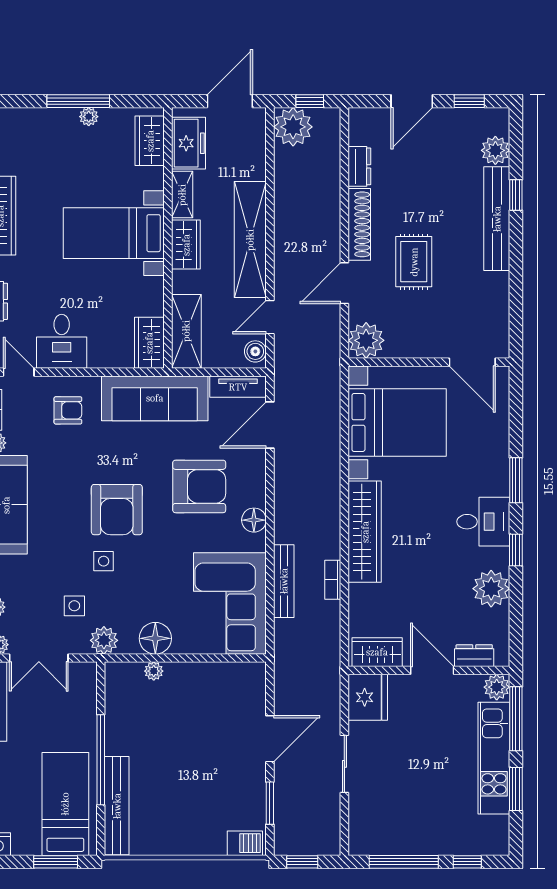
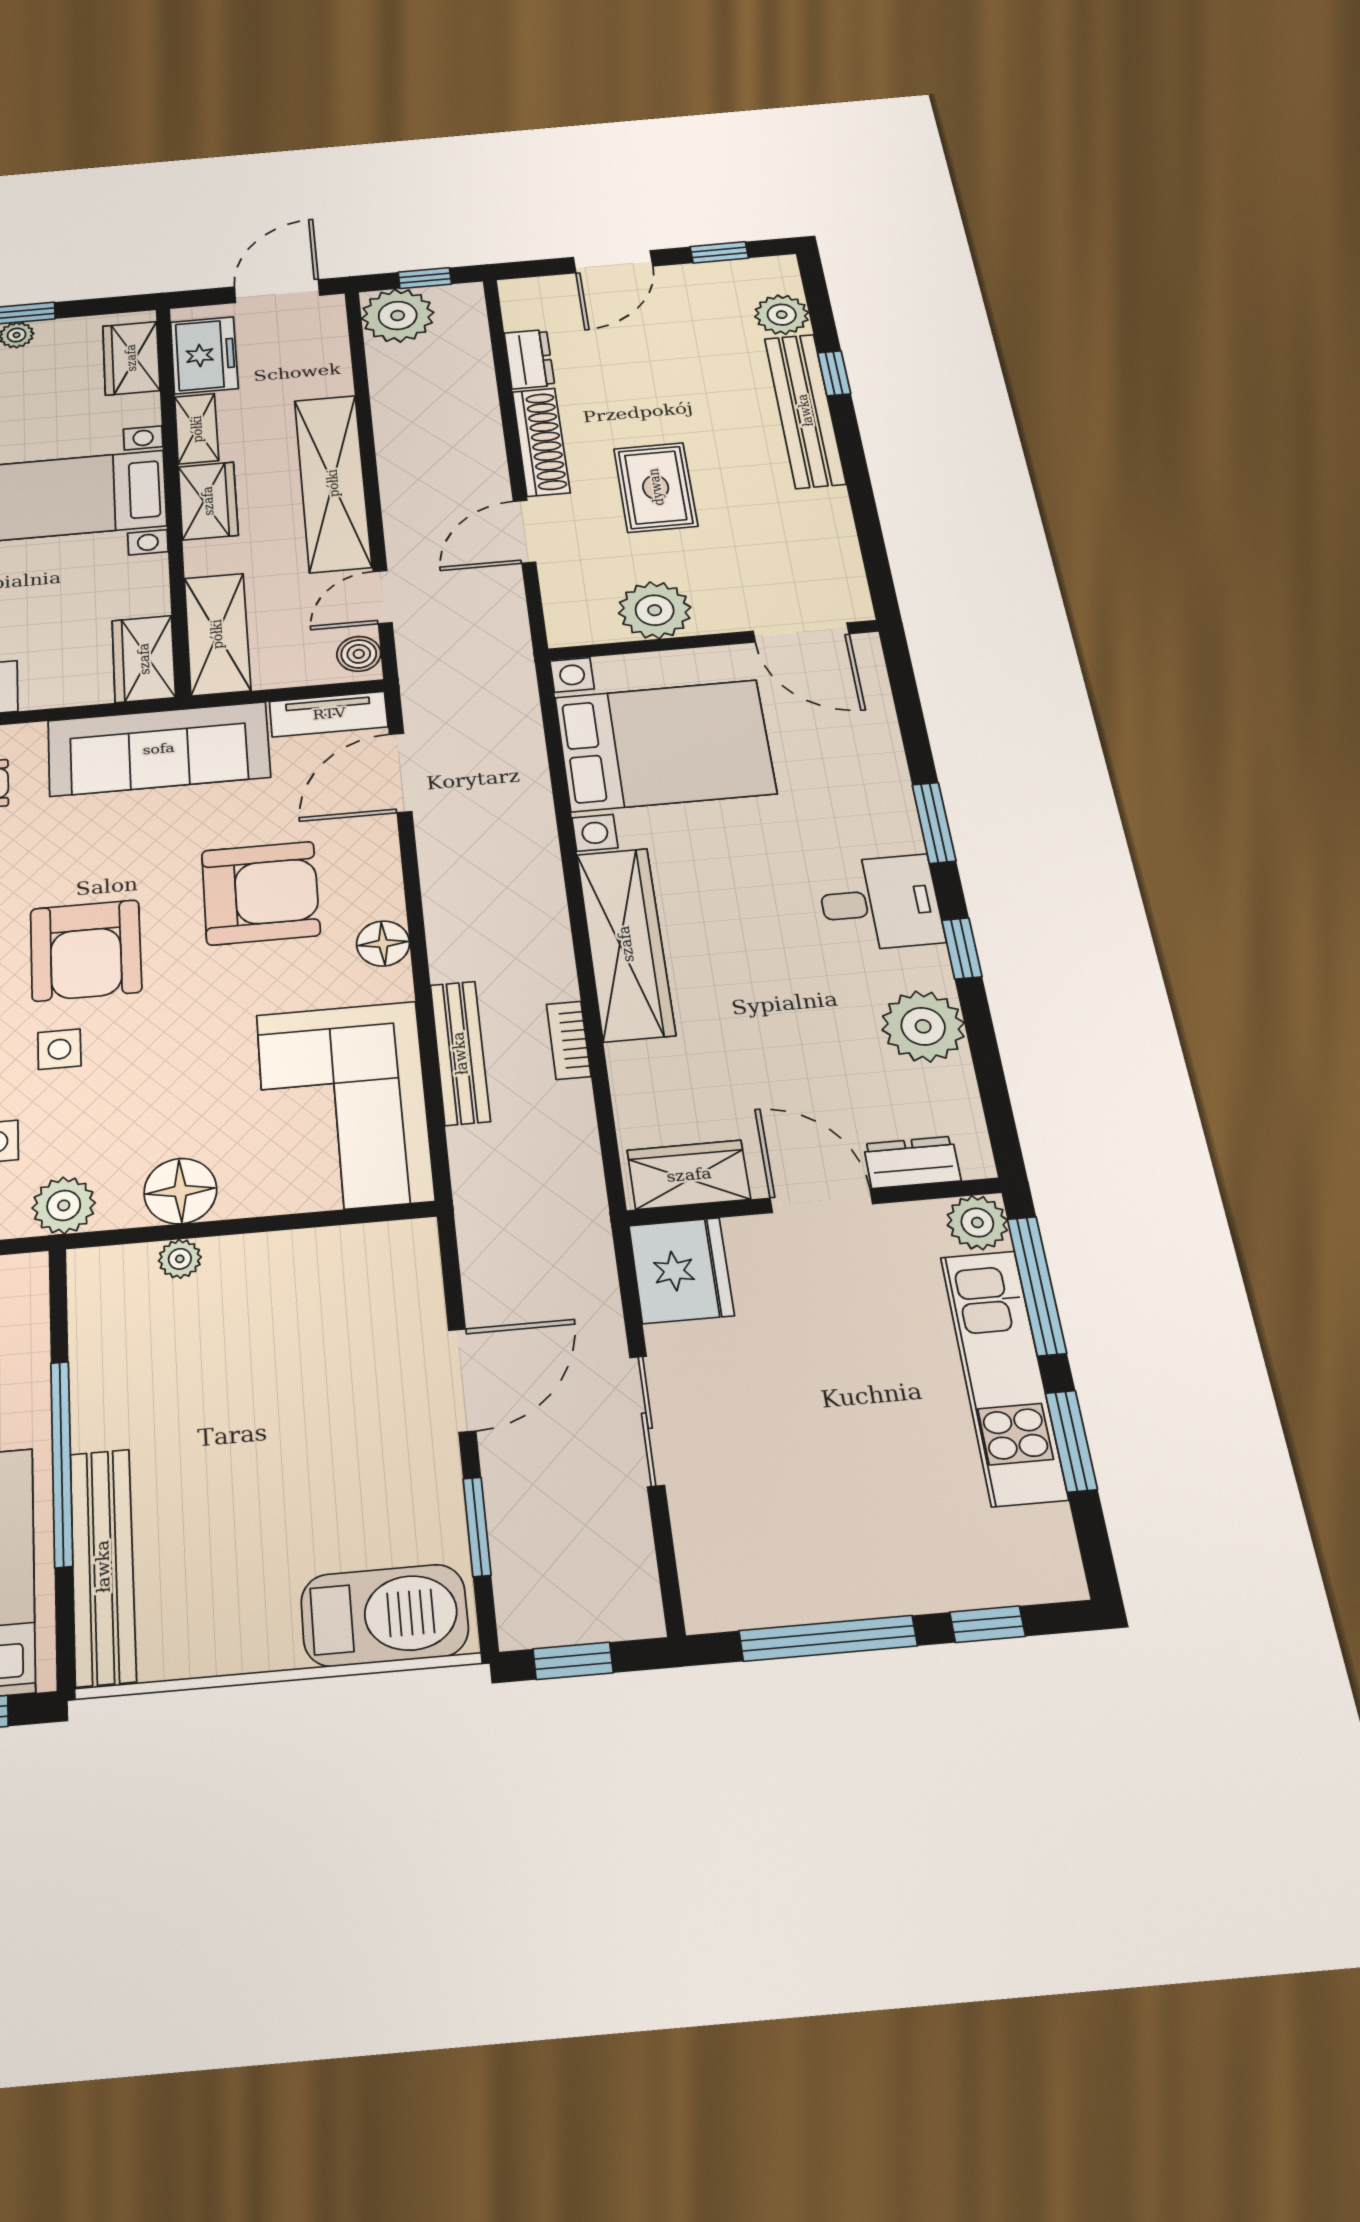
plant: (366, 340) -> (655, 610), moved
barbecue: (245, 843) -> (384, 1615), width x1.88, depth x1.53

